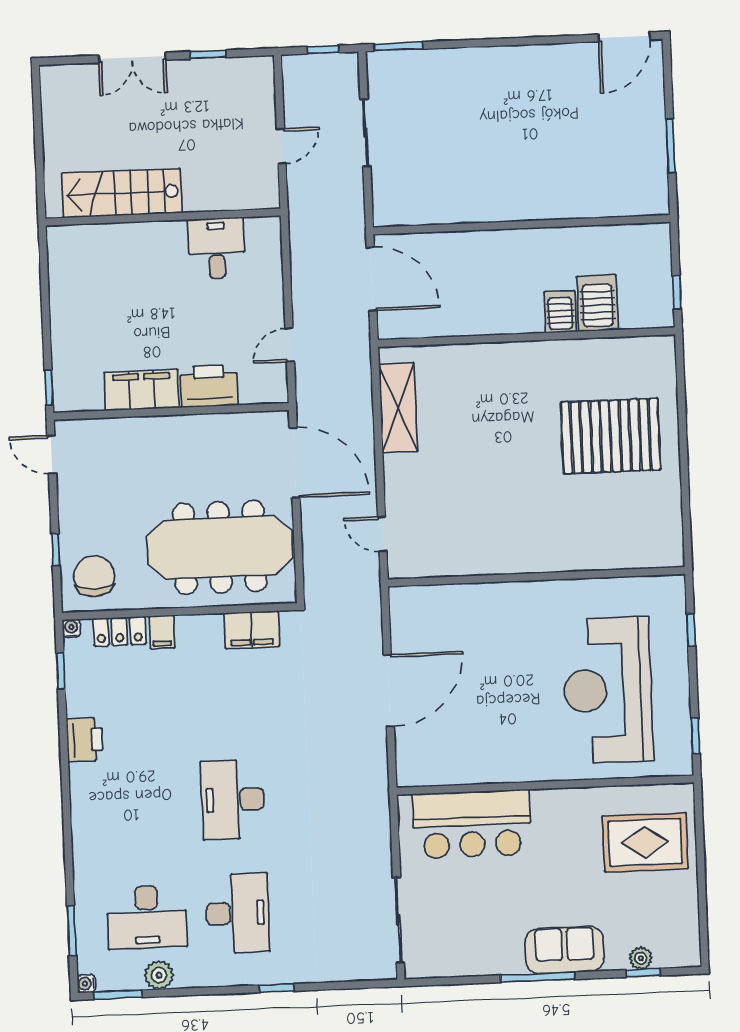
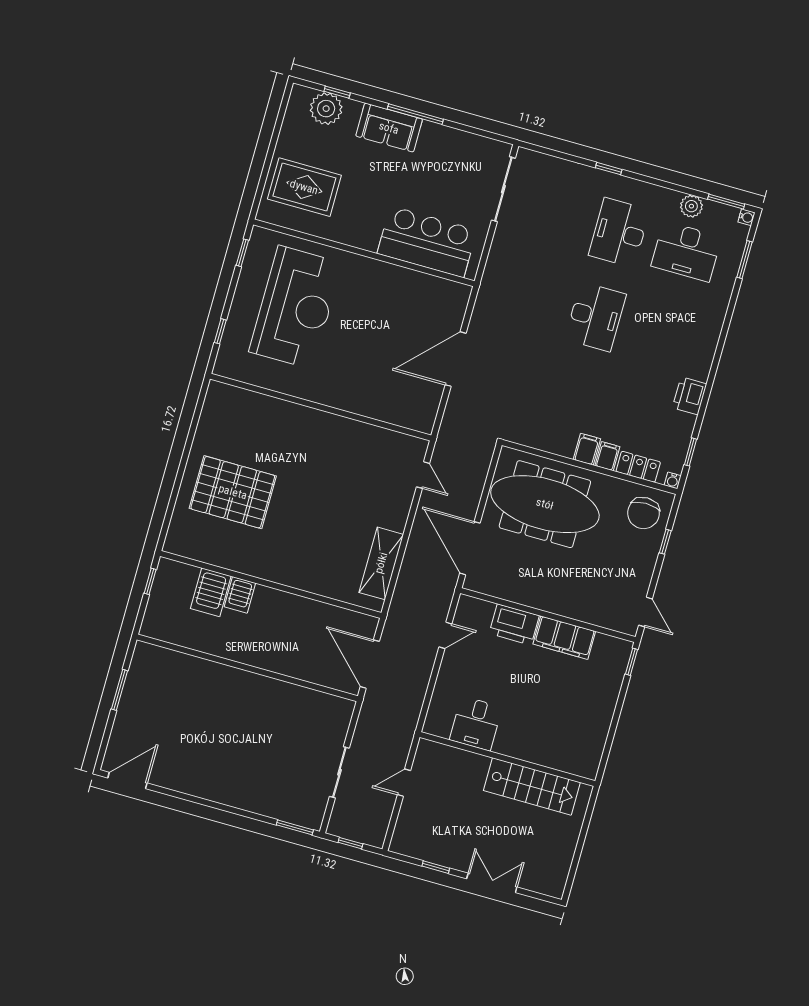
filing cabinet: (252, 630) -> (587, 449), moved, width x0.50
desk: (147, 917) -> (686, 251), turned 180
plant: (641, 958) -> (326, 109), width x1.87, depth x1.87

